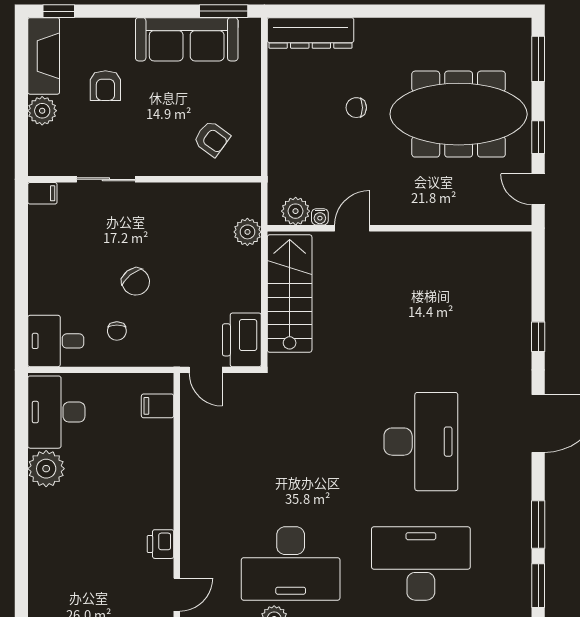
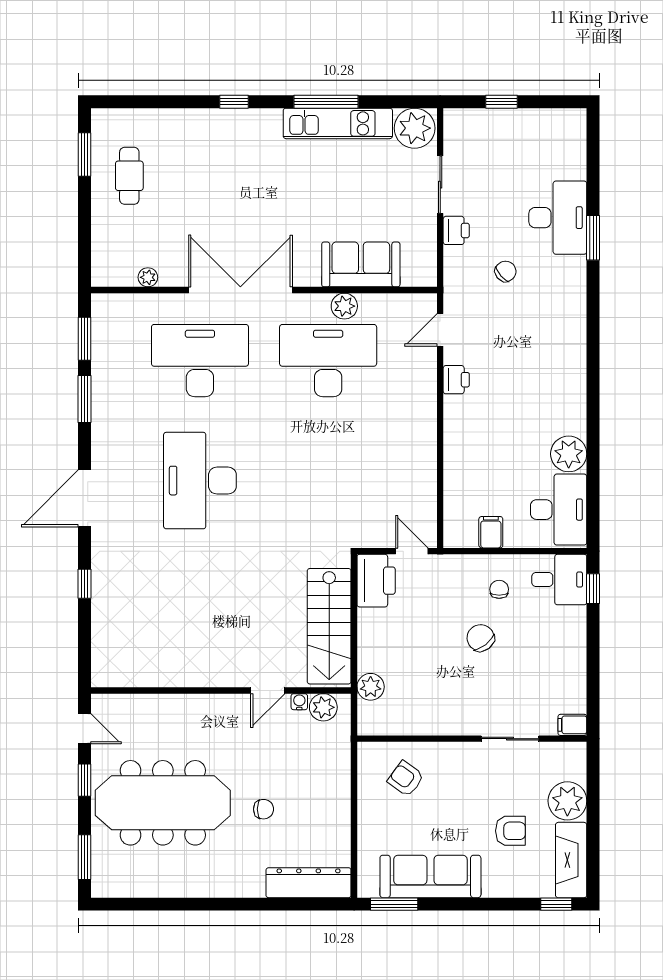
armchair: (105, 86) -> (510, 831), turned 90
plant: (42, 111) -> (567, 801), width x1.36, depth x1.36
window: (21, 332) -> (593, 589), added
filing cabinet: (158, 406) -> (491, 532), moved, turned -90
desk: (421, 563) -> (200, 361), turned 180

